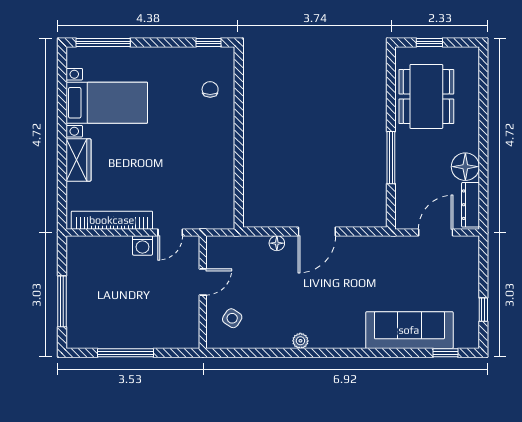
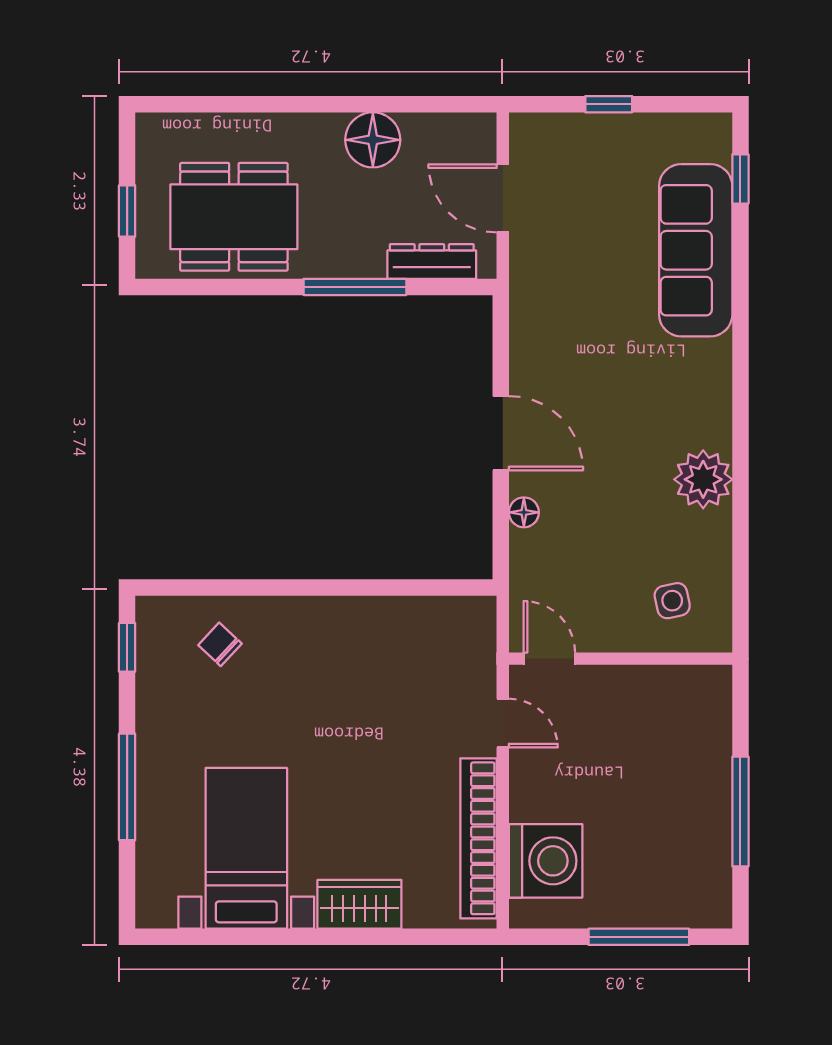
window: (103, 42) -> (127, 787), moved
chair: (210, 89) -> (220, 644), turned 43
dresser: (470, 205) -> (432, 261), moved, turned 180
washing machine: (142, 245) -> (546, 861), moved, width x1.89, depth x1.89
door: (203, 282) -> (549, 659), moved
window: (483, 310) -> (609, 104), moved
side table: (232, 318) -> (672, 601), turned 45
plant: (300, 341) -> (703, 479), width x1.88, depth x1.88

